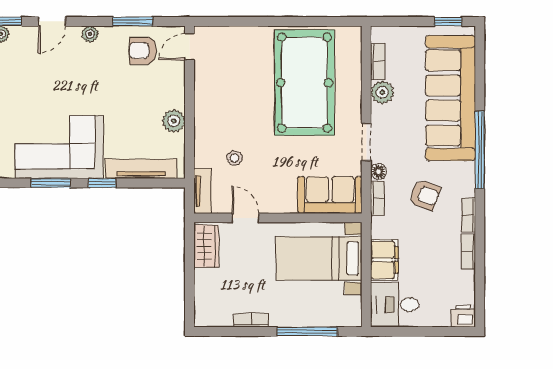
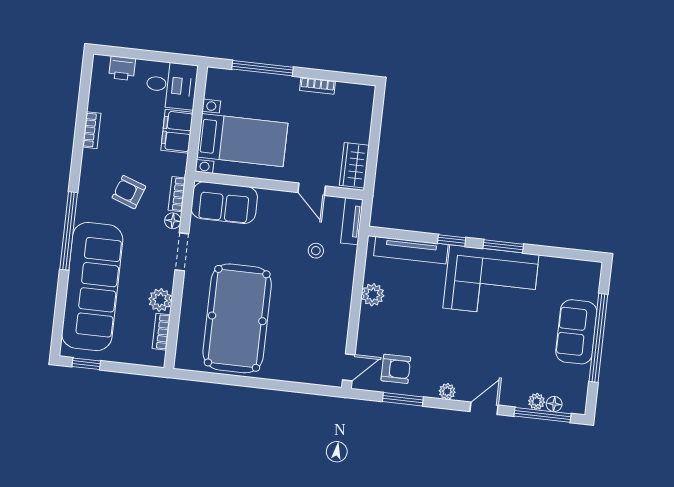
bookcase: (469, 215) -> (87, 167), removed
printer: (463, 316) -> (122, 68), moved

